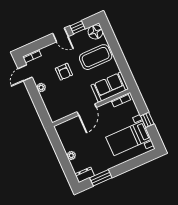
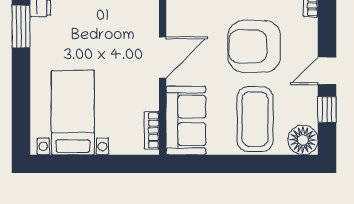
armchair: (64, 72) -> (254, 46), width x1.88, depth x1.88
door: (87, 110) -> (163, 57), swing flipped
window: (147, 120) -> (92, 164), removed

